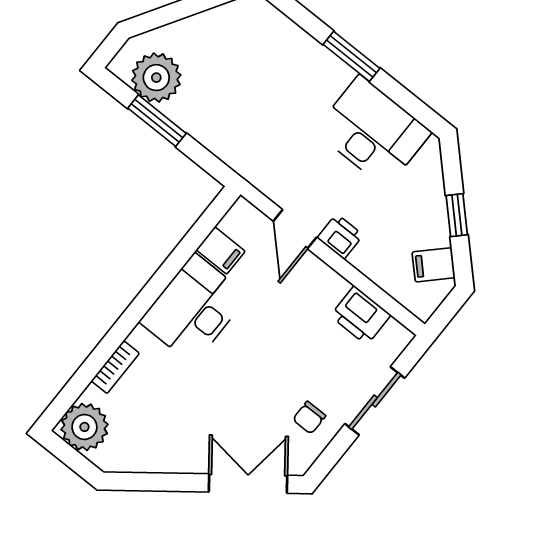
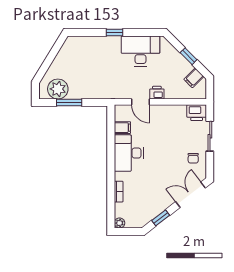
window: (351, 56) -> (115, 33), width x0.67
printer: (361, 315) -> (197, 113), moved
plant: (84, 427) -> (120, 223), width x0.53, depth x0.53
window: (155, 482) -> (161, 218), added

